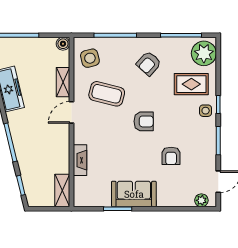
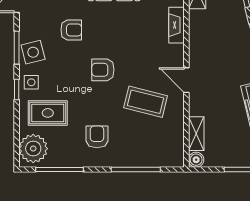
side table: (90, 58) -> (33, 52), moved
armchair: (149, 63) -> (97, 137), turned -42
shelving: (63, 82) -> (196, 134), moved
door: (71, 112) -> (186, 80), swing flipped
armchair: (171, 156) -> (71, 30), turned 90

